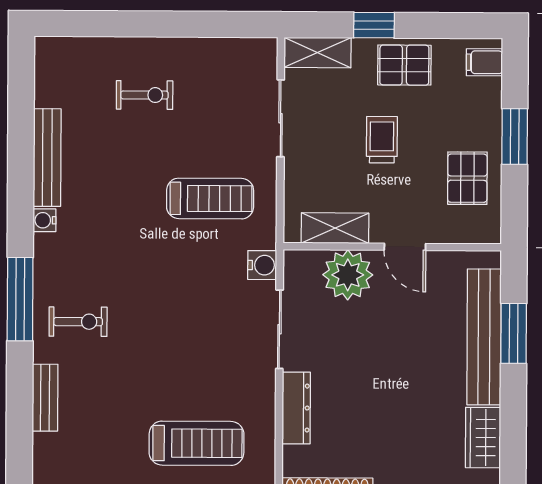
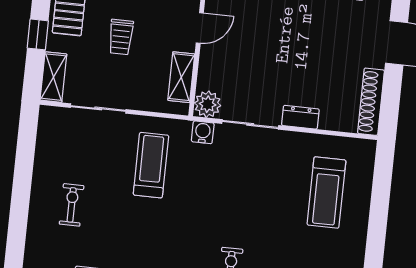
trolley: (382, 140) -> (121, 37), turned -90
plant: (348, 275) -> (208, 104), moved, width x0.73, depth x0.73
dresser: (296, 408) -> (300, 117), width x0.70
treadmill: (196, 443) -> (326, 193), turned 180

